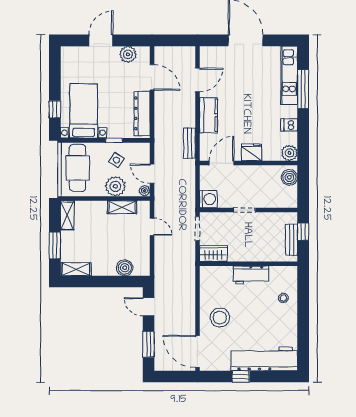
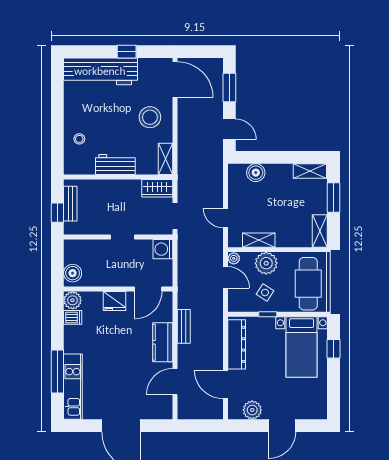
dishwasher: (289, 125) -> (73, 317), moved
bench: (189, 143) -> (184, 326), moved
shelving: (206, 280) -> (165, 159), added

